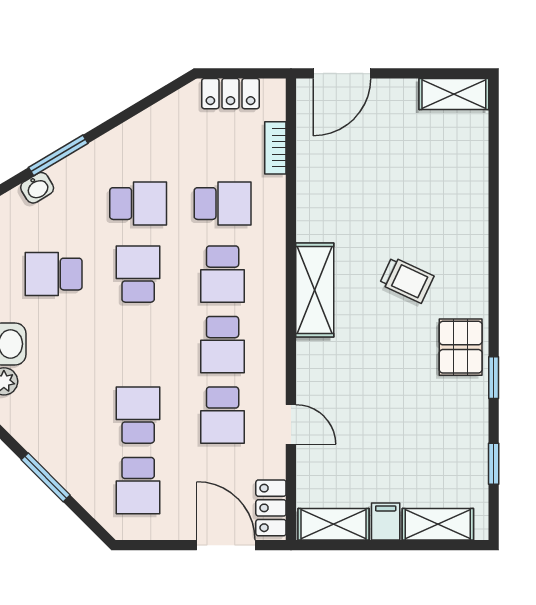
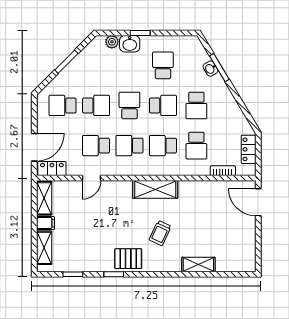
shelving: (454, 94) -> (198, 264), moved, turned 90
washbasin: (37, 188) -> (210, 69), moved
school desk: (138, 345) -> (129, 105), added

